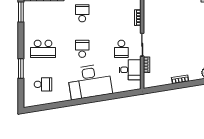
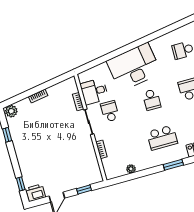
school desk: (82, 13) -> (162, 138), width x1.85

